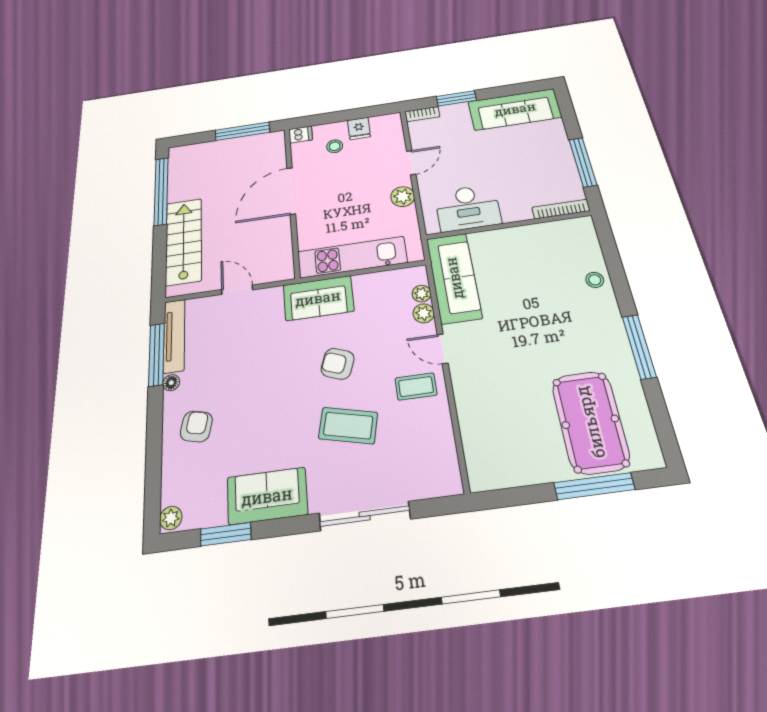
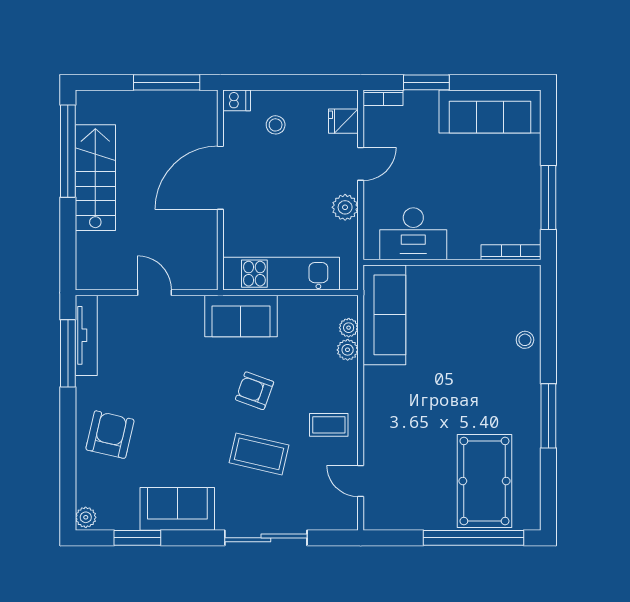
fridge: (359, 128) -> (343, 121), moved, turned 90
stairs: (184, 241) -> (95, 178), moved
door: (443, 349) -> (361, 481), moved
floor lamp: (171, 383) -> (84, 386), removed
armchair: (196, 426) -> (110, 435), width x1.38, depth x1.38
window: (594, 486) -> (473, 538), width x1.46

